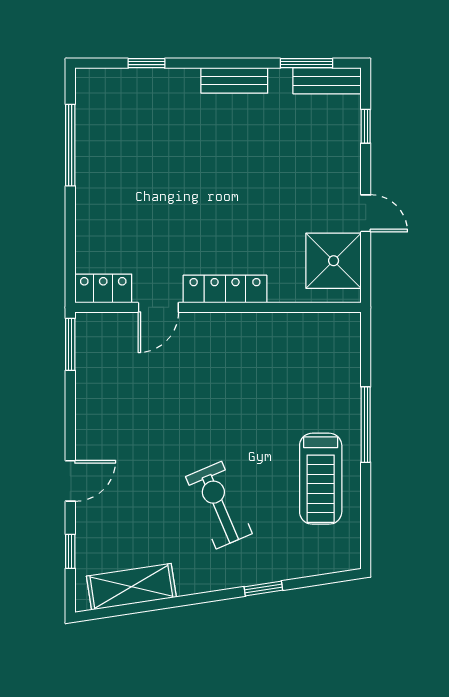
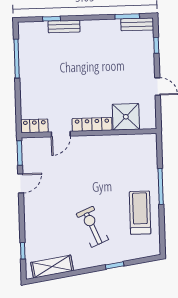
bench: (234, 80) -> (64, 26), moved
shower: (334, 261) -> (126, 117), moved
treadmill: (321, 479) -> (140, 213), turned 180
door: (70, 481) -> (21, 183), moved

